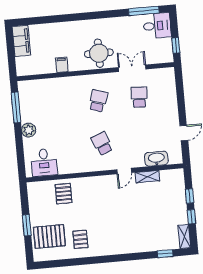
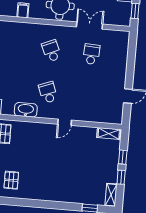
school desk: (98, 101) -> (52, 51), turned -42
washbasin: (156, 159) -> (26, 110), moved
shelving: (147, 177) -> (109, 133), moved

